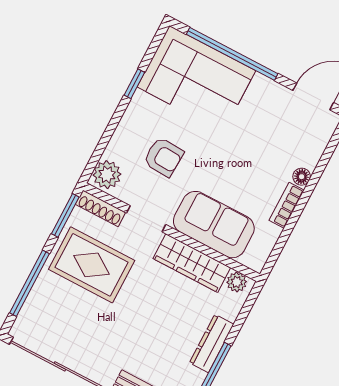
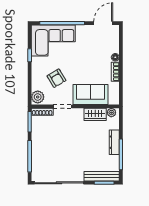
armchair: (164, 157) -> (56, 78), turned 56
wardrobe: (192, 263) -> (95, 114), width x0.67
rug: (92, 265) -> (50, 136), removed

